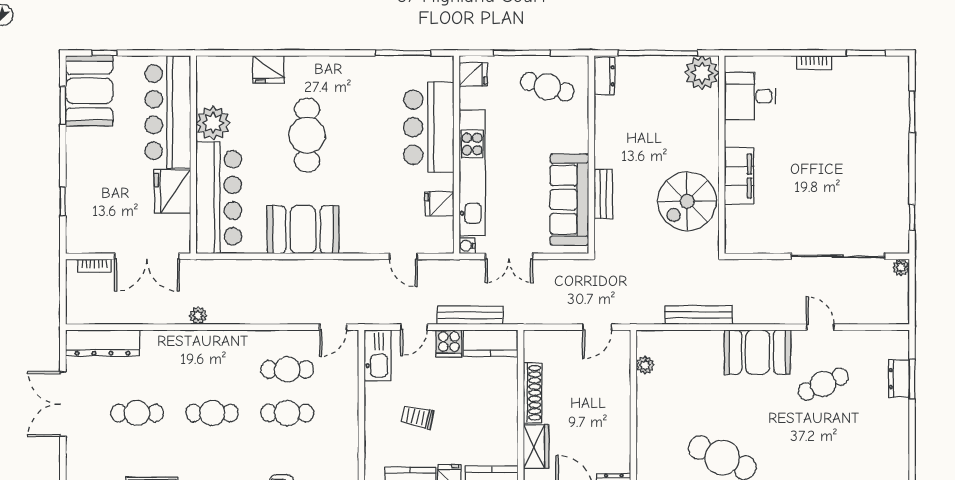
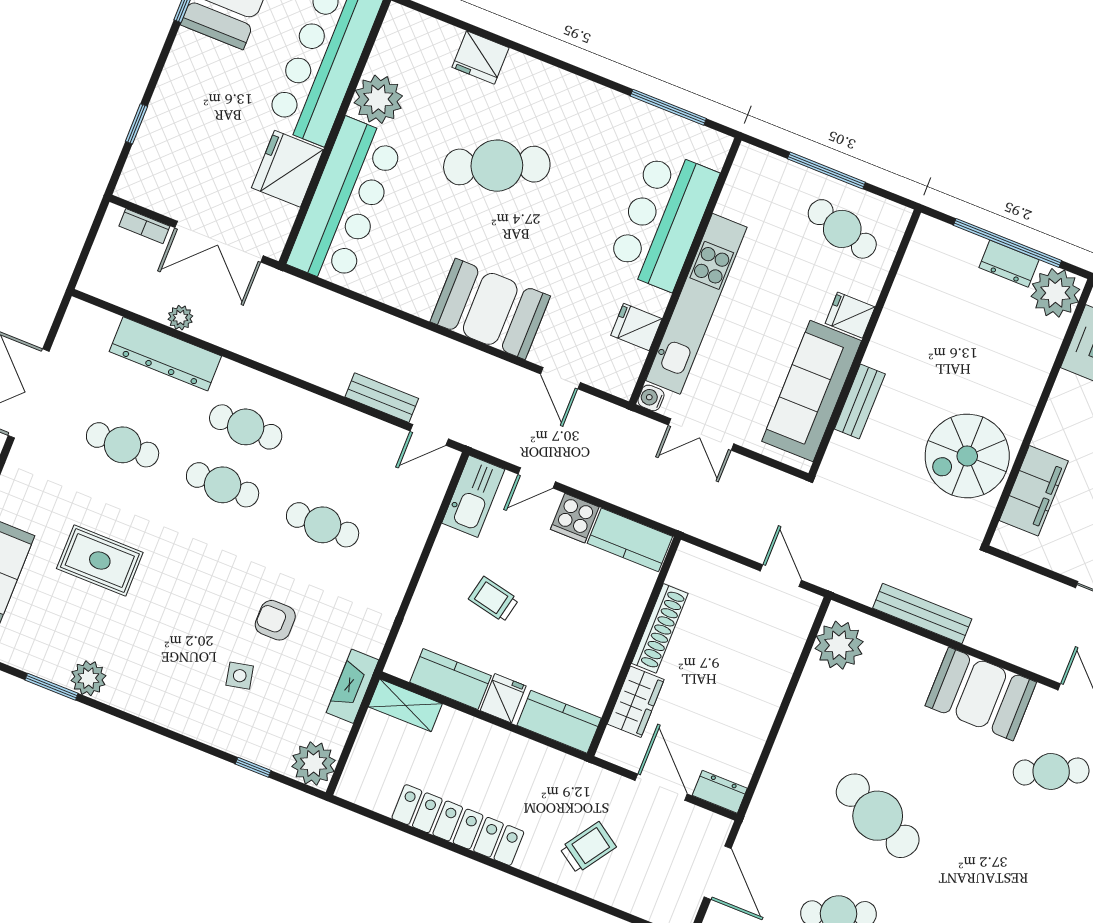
fridge: (473, 74) -> (850, 315), moved, turned 180
dresser: (604, 76) -> (1009, 264), moved, turned 90
cafe table: (307, 135) -> (497, 166), turned 66
filing cabinet: (739, 176) -> (1034, 491), moved
booth: (303, 230) -> (490, 309), moved
bench: (470, 315) -> (382, 398), moved, width x0.73
plant: (198, 316) -> (180, 318), moved
door: (597, 327) -> (781, 576), swing flipped
dresser: (102, 343) -> (165, 354), moved
plant: (645, 365) -> (839, 645), width x1.88, depth x1.88
cafe table: (287, 369) -> (246, 427), moved

